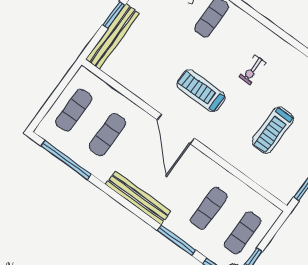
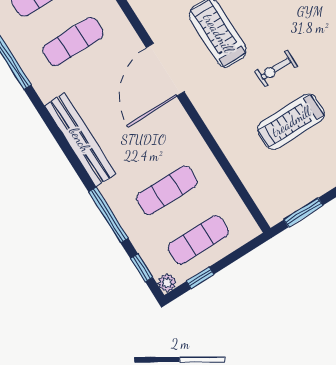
exercise bike: (253, 70) -> (276, 69), moved

